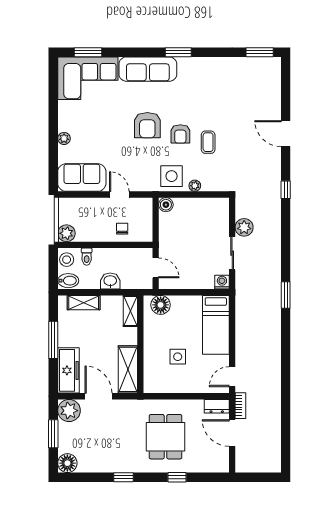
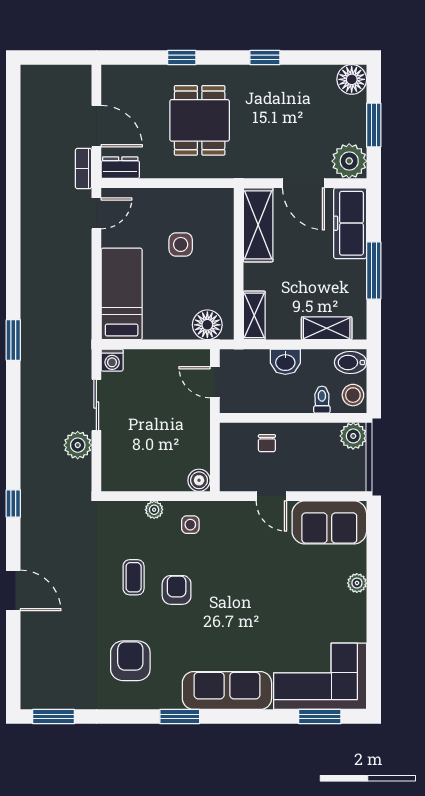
armchair: (147, 125) -> (130, 661), moved
side table: (172, 176) -> (190, 525), width x0.54, depth x0.54

